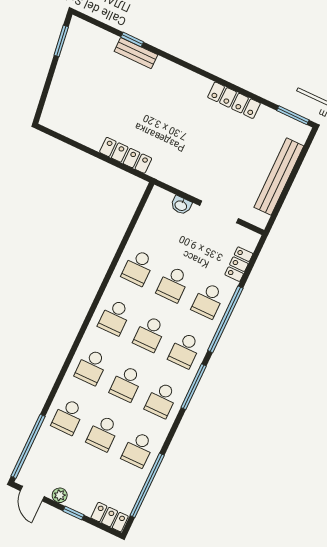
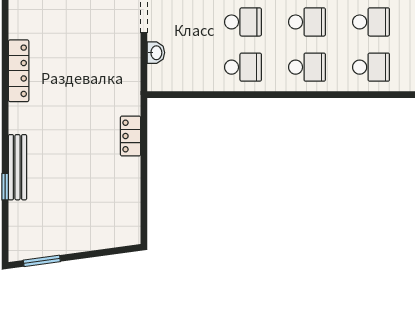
bench: (136, 53) -> (18, 167), width x1.36
locker: (234, 100) -> (19, 71), moved
locker: (126, 155) -> (131, 136), width x0.66

